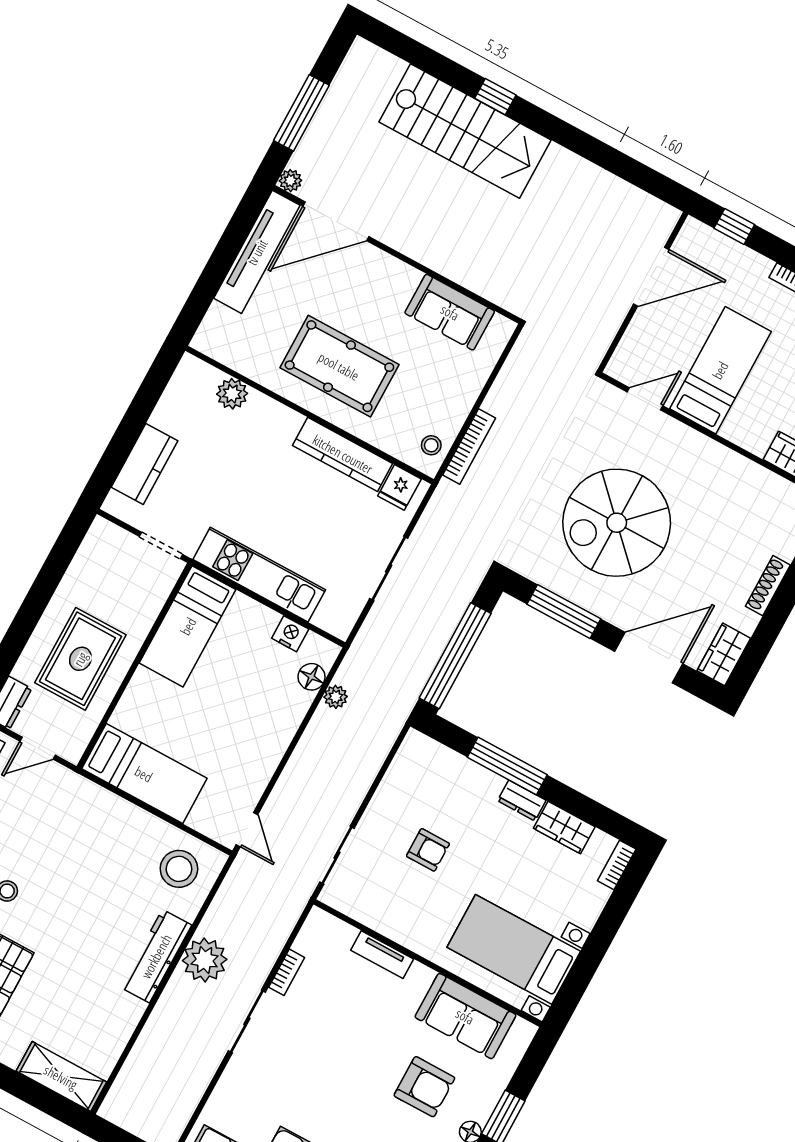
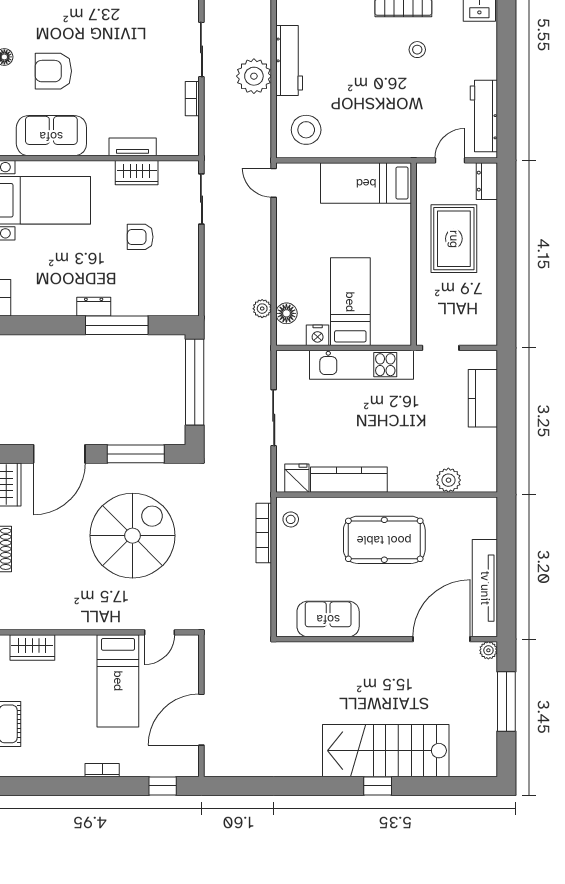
bed: (188, 626) -> (350, 302), moved
wardrobe: (564, 828) -> (137, 173), moved, turned 180

